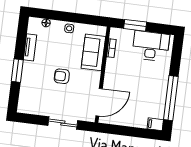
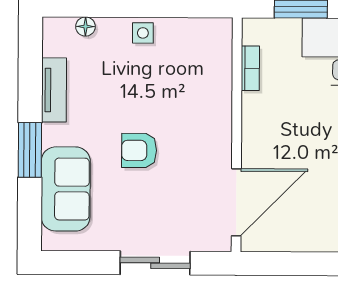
sofa: (93, 52) -> (66, 189), moved, turned 180

